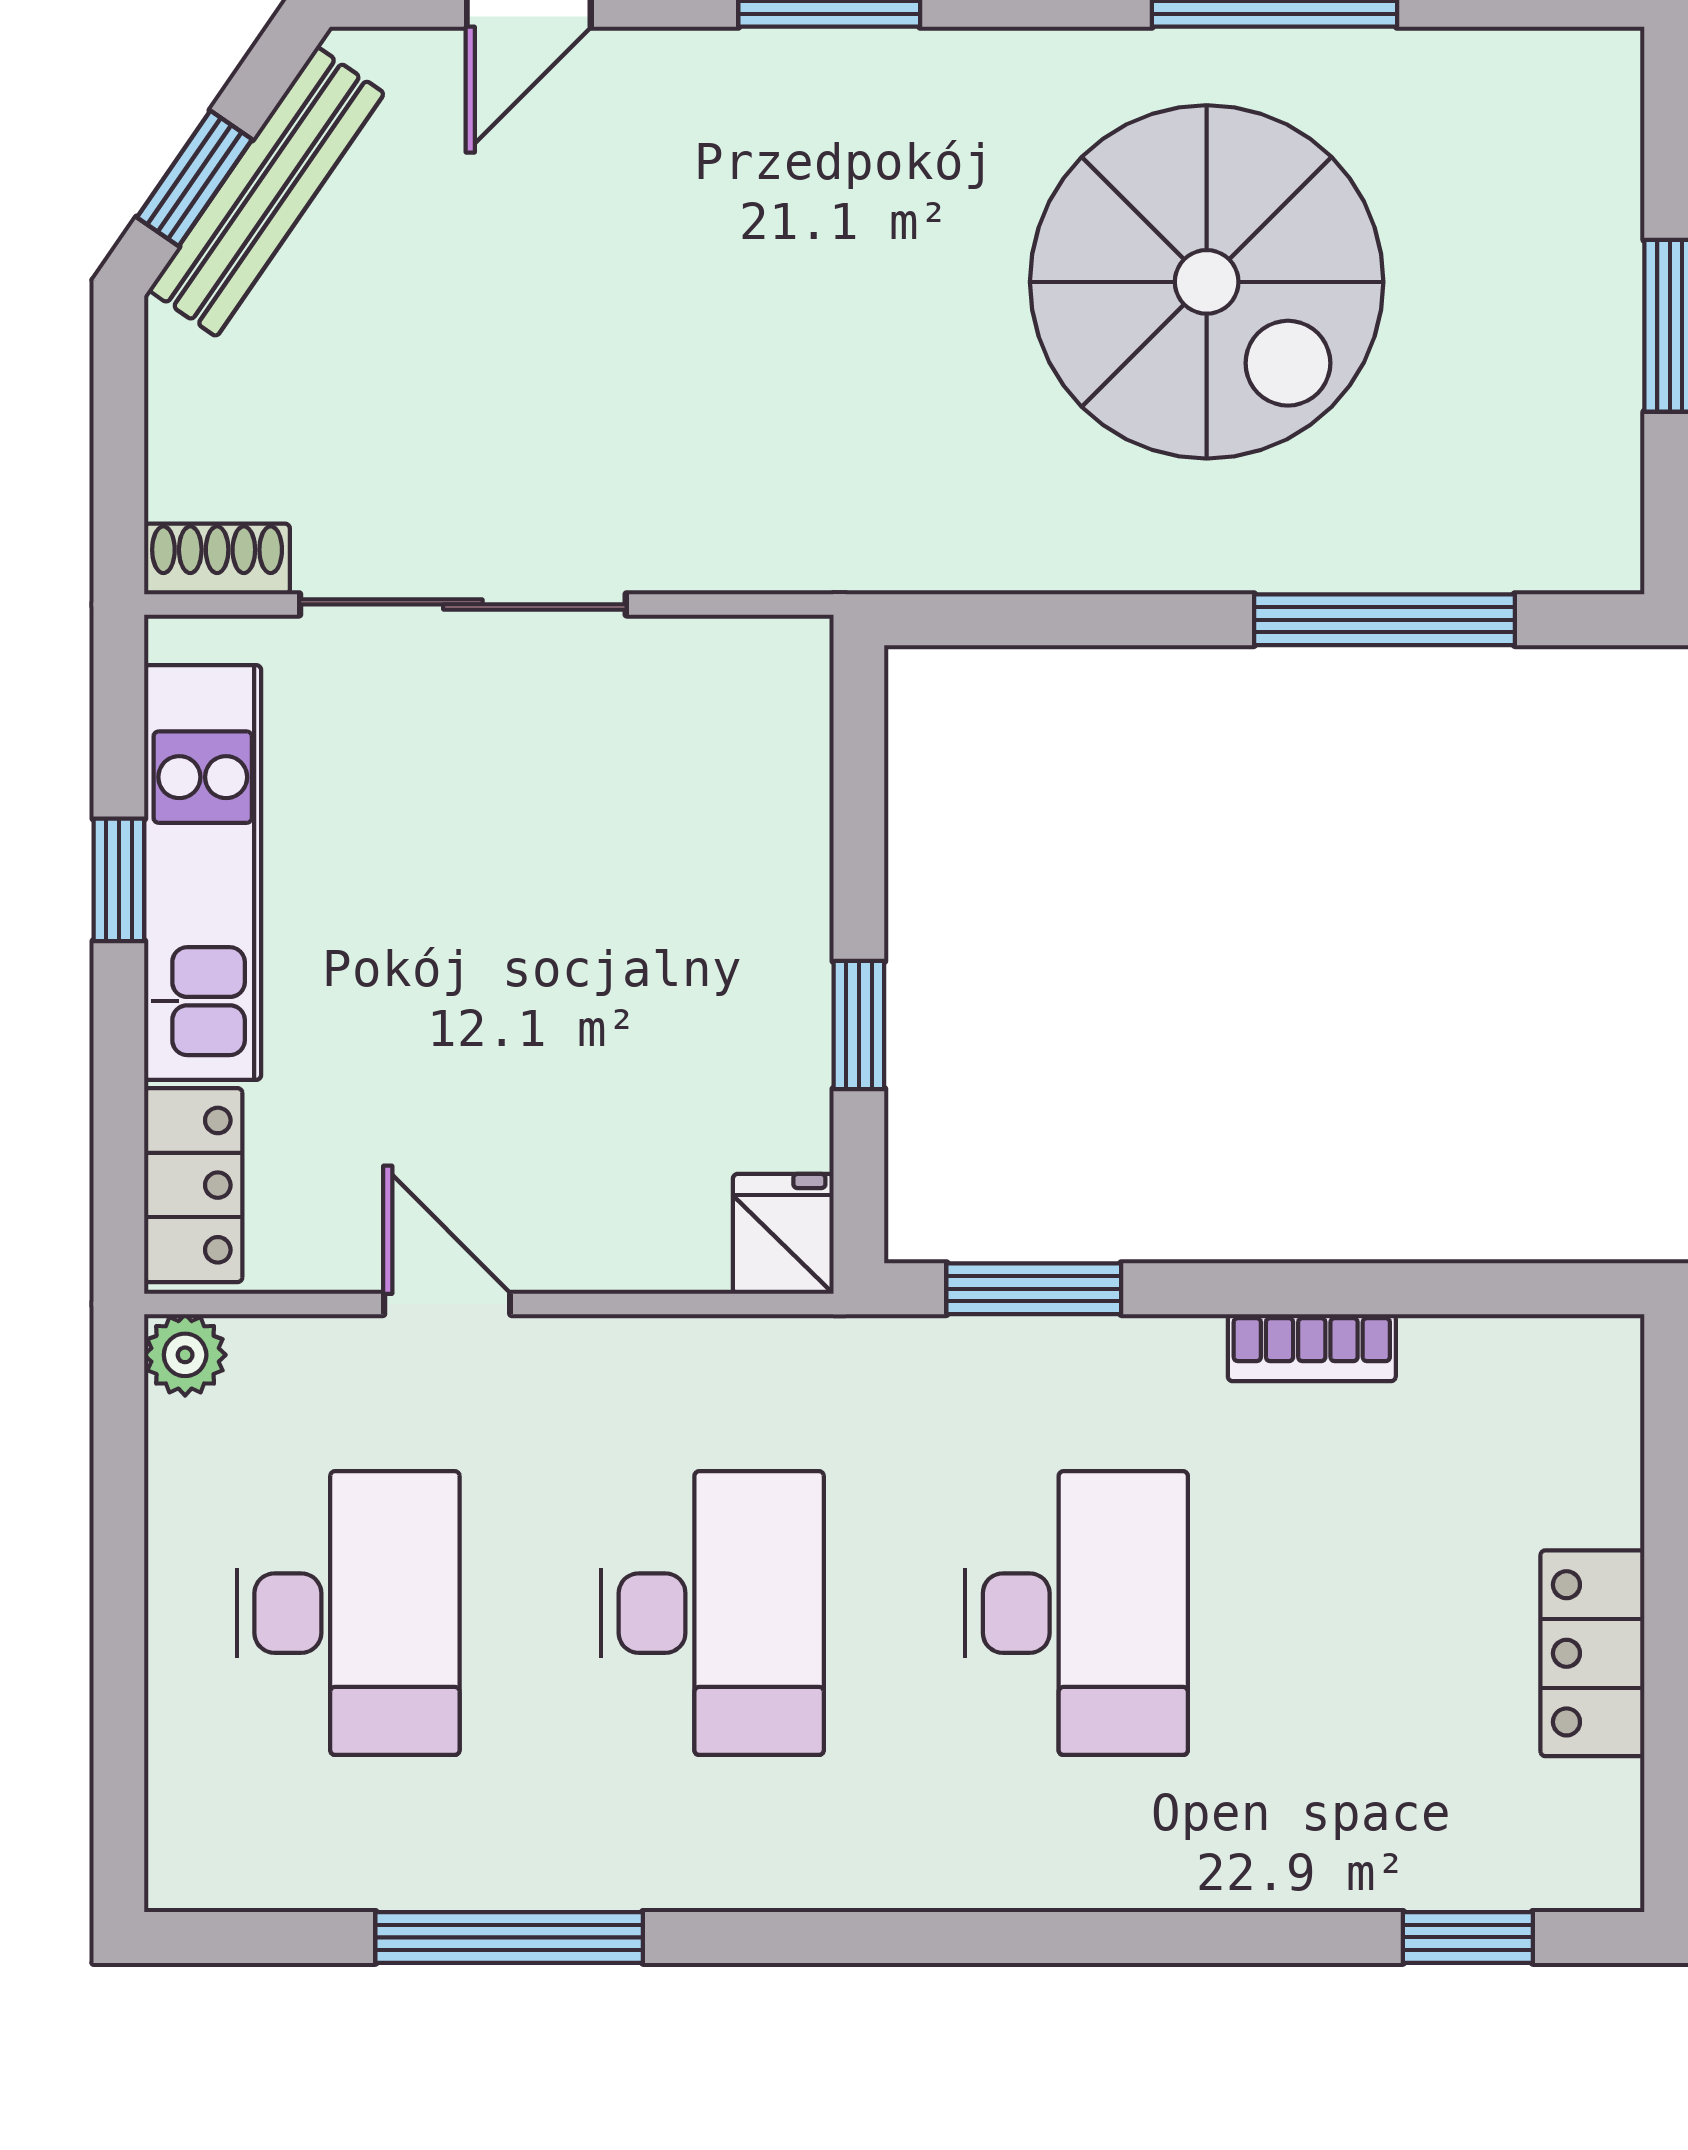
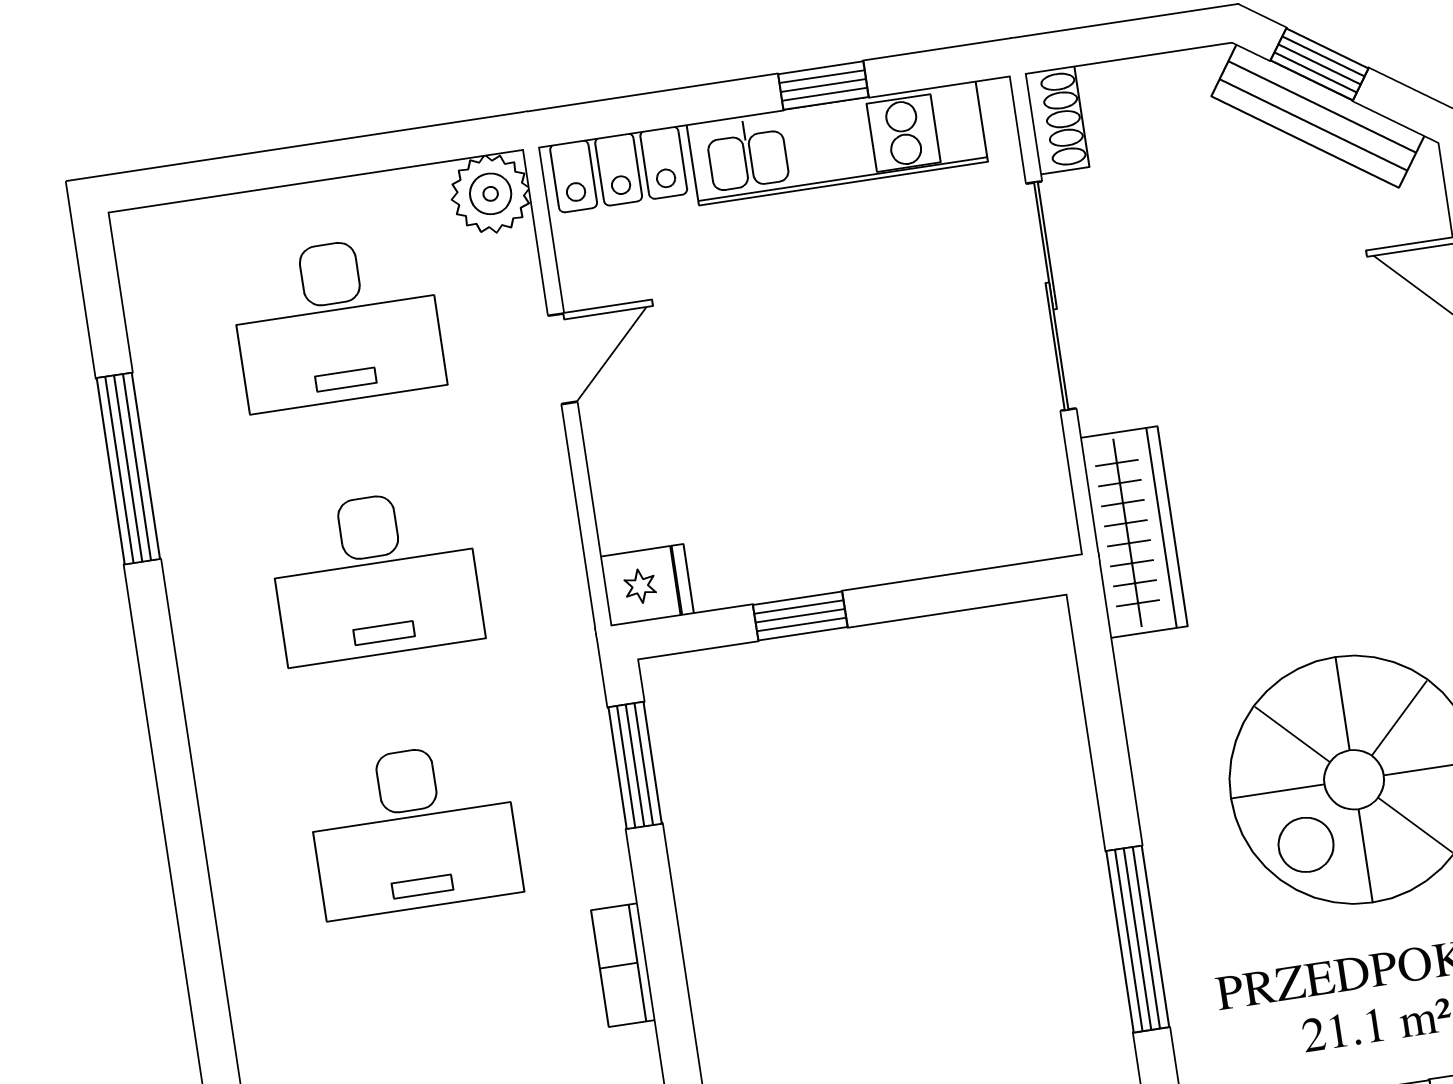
wardrobe: (812, 539) -> (1134, 532), added
plant: (185, 1355) -> (491, 194), width x1.38, depth x1.38

